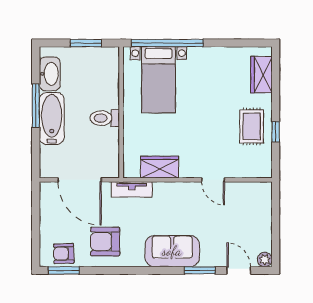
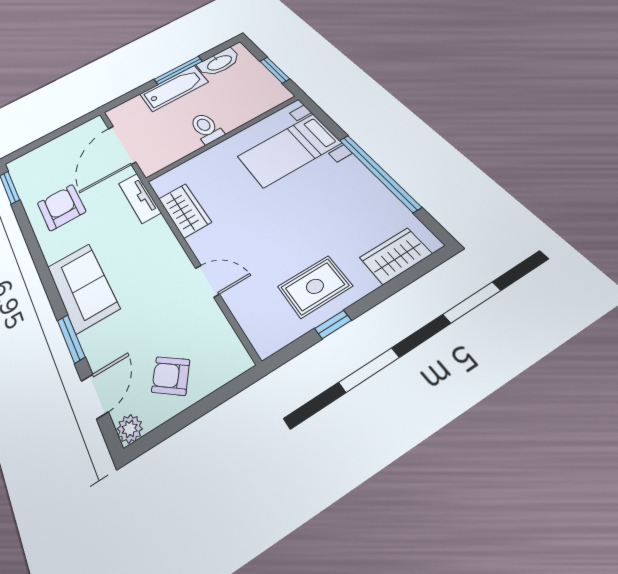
window: (167, 43) -> (378, 172), moved
door: (213, 180) -> (207, 281), swing flipped
armchair: (64, 254) -> (171, 376), moved, turned -52

